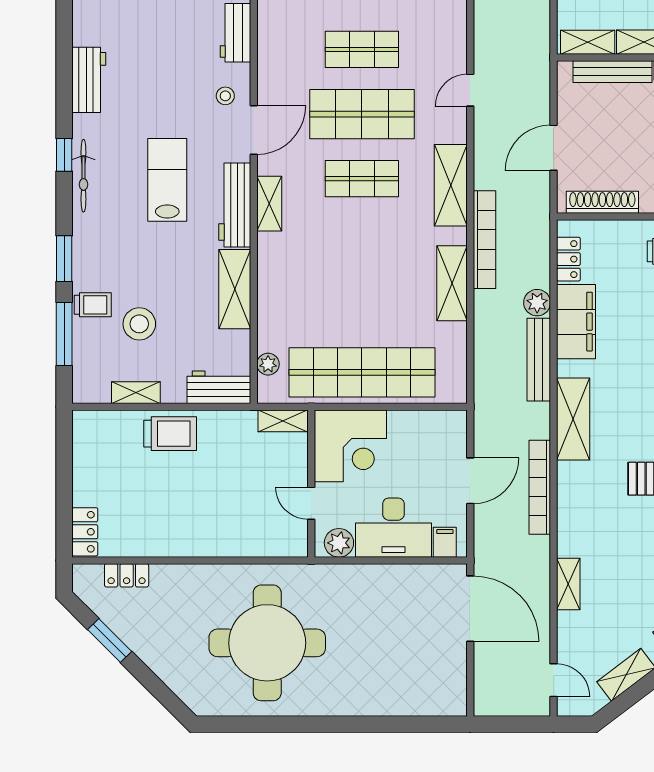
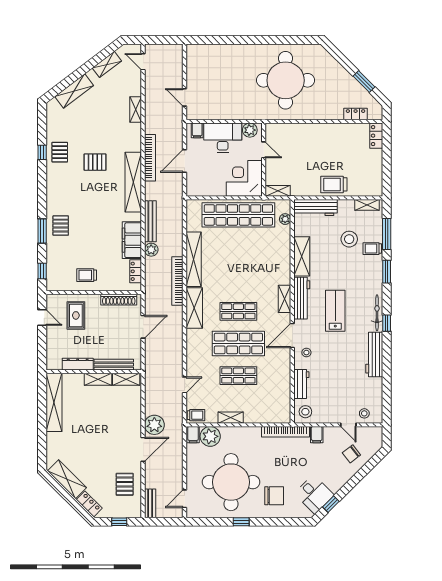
workbench: (89, 80) -> (374, 354), width x1.38
door: (470, 90) -> (185, 385), moved
lab bench: (167, 180) -> (335, 311), turned 180
shelving: (452, 283) -> (194, 259), width x1.47
workbench: (219, 387) -> (315, 208), width x1.37
shelving: (136, 393) -> (367, 205), moved
shelving: (573, 419) -> (133, 182), width x1.47
door: (470, 609) -> (185, 97), width x0.53

